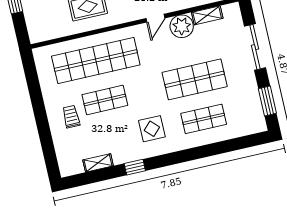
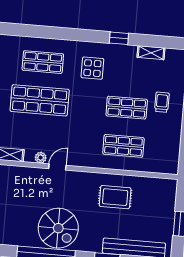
plant: (182, 26) -> (41, 158), width x0.53, depth x0.53
shop shelf: (96, 60) -> (123, 146), width x0.50, depth x0.74
trolley: (71, 117) -> (162, 102), turned 180

